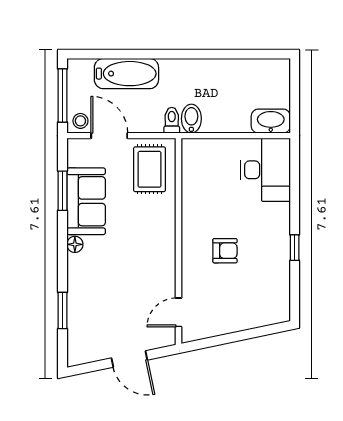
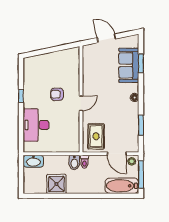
bathtub: (126, 74) -> (122, 186), moved
shower: (226, 77) -> (56, 184), added
desk: (266, 170) -> (36, 125), moved
sofa: (86, 201) -> (129, 65), moved
door: (179, 312) -> (81, 103), moved

